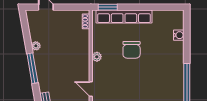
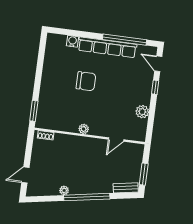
row of seats: (124, 17) -> (107, 47), moved, turned 90
chair: (132, 50) -> (86, 81), moved
window: (32, 68) -> (87, 197), width x1.46

